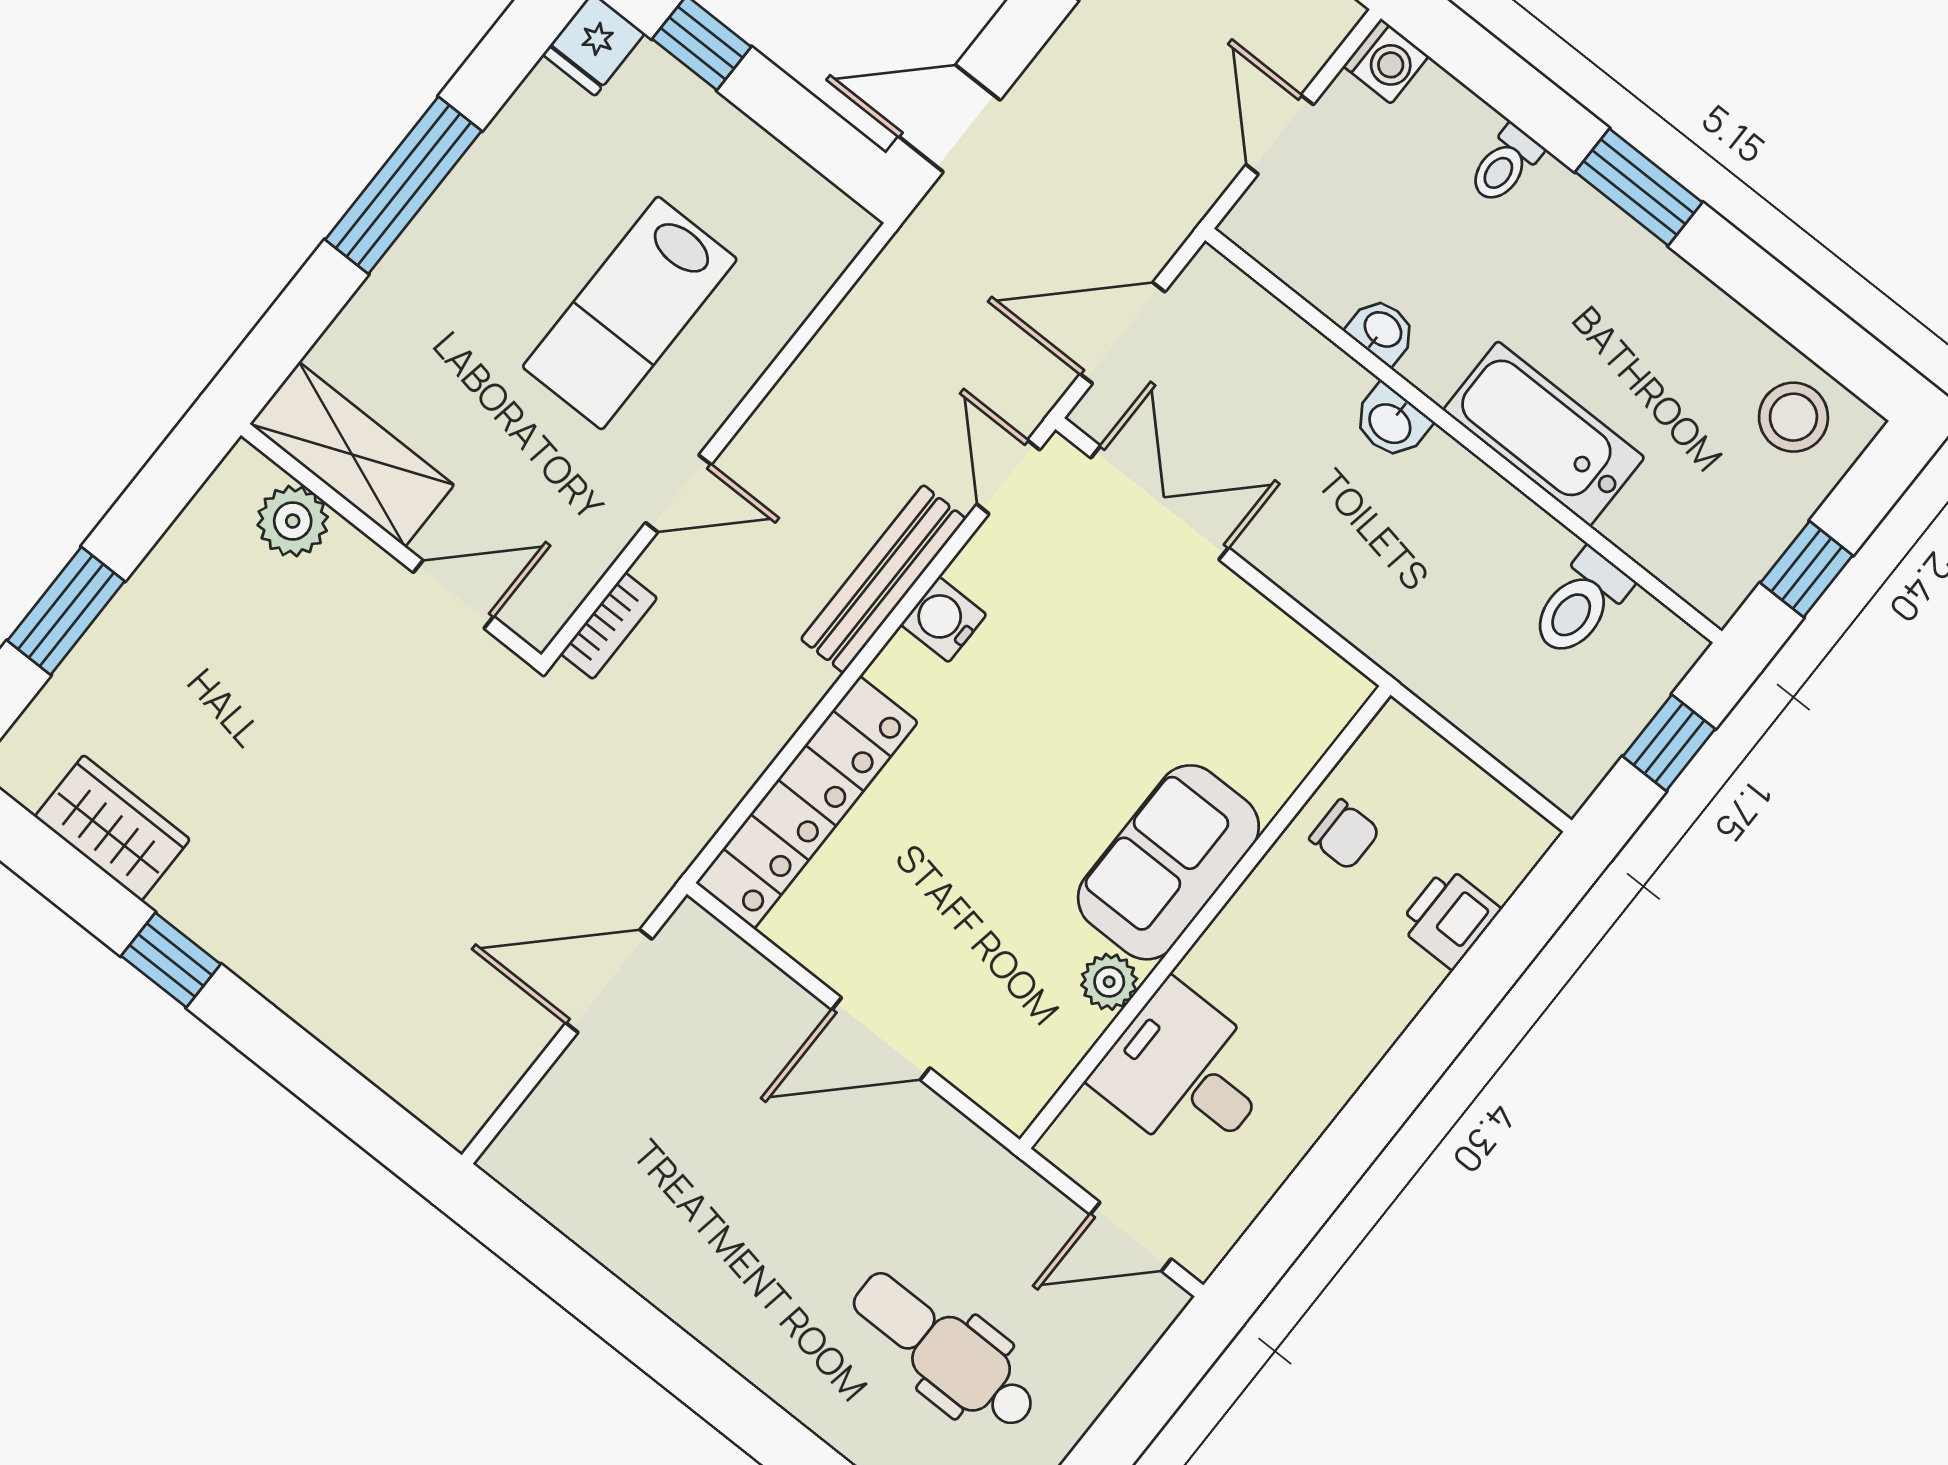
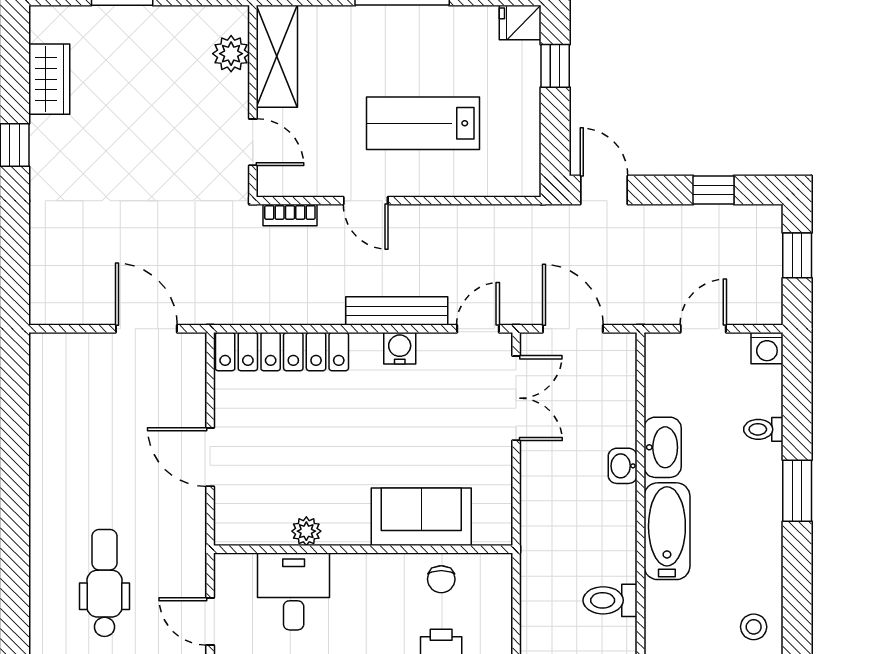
washbasin: (1382, 331) -> (663, 447), width x1.91, depth x1.45
stool: (1793, 417) -> (754, 627), width x0.73, depth x0.73
sofa: (1168, 862) -> (421, 517), moved

